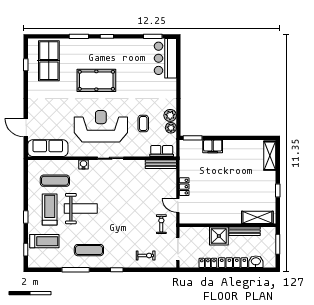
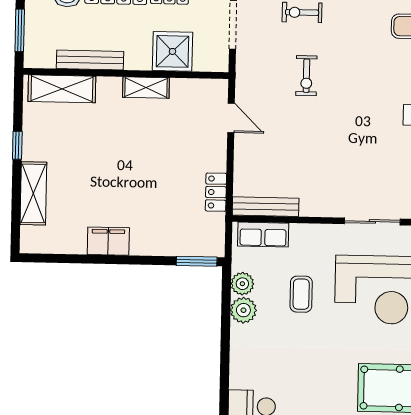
filing cabinet: (213, 146) -> (108, 241), moved
shelving: (270, 156) -> (33, 193), moved
locker: (184, 187) -> (216, 192), moved
shelving: (218, 219) -> (146, 88), added
exercise bike: (161, 224) -> (306, 76), moved
shower: (219, 236) -> (172, 51), moved

